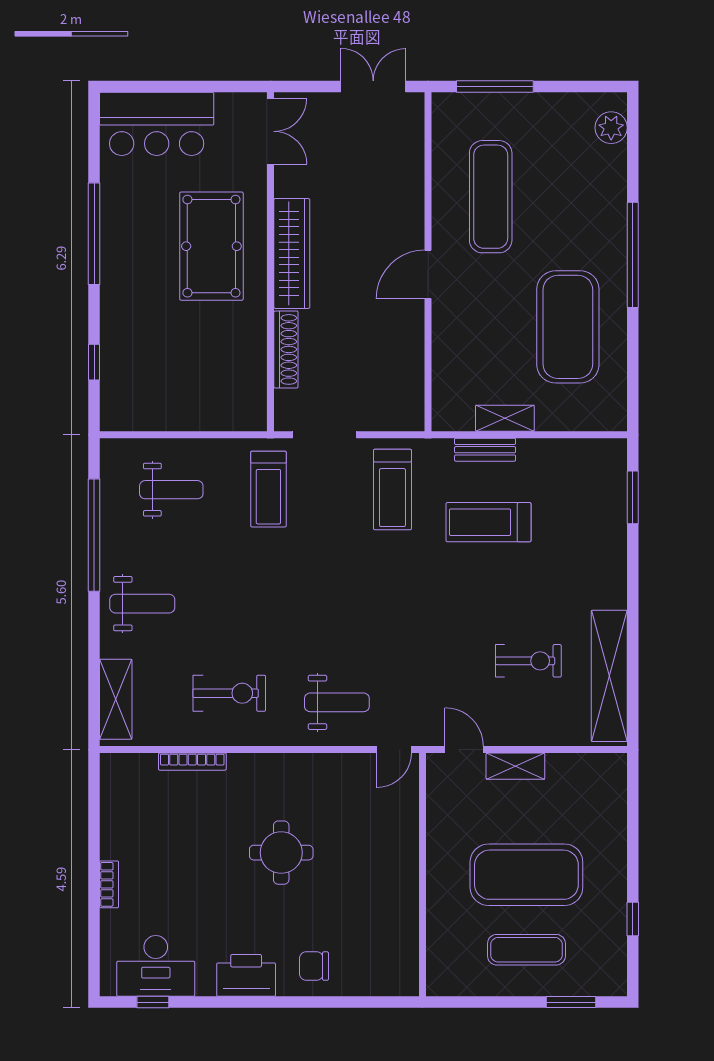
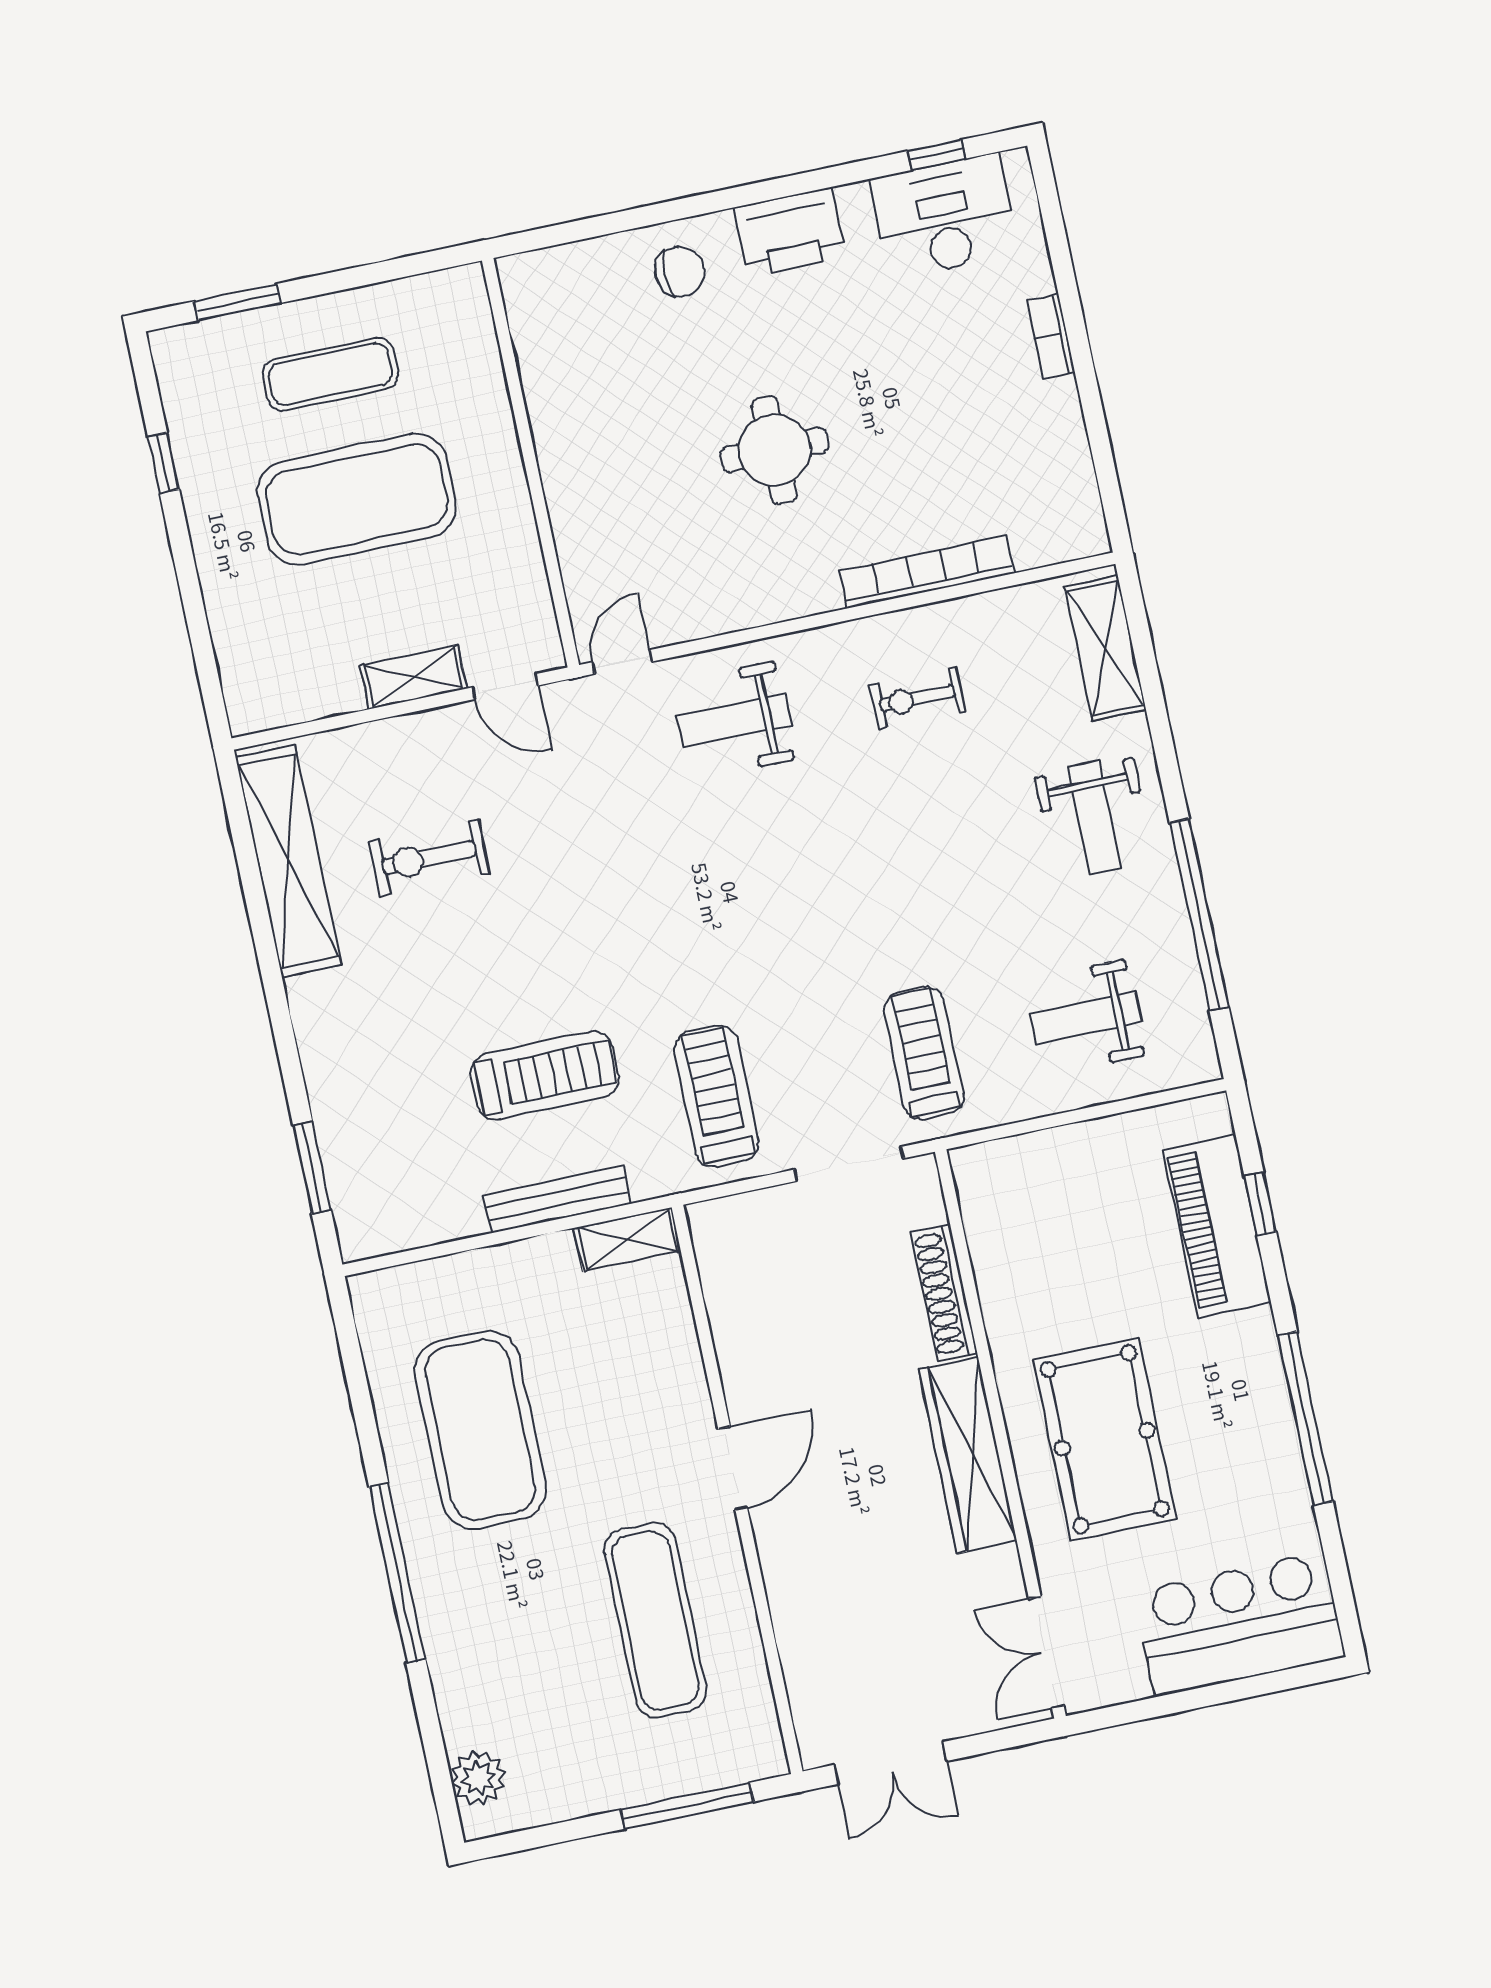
piano: (121, 355) -> (1217, 1226), added
shelving: (505, 418) -> (627, 1239), moved
bench: (485, 450) -> (557, 1199), width x1.36
weight bench: (142, 604) -> (1094, 817), turned -90
exercise bike: (229, 693) -> (917, 698), width x0.73, depth x0.72
bookcase: (192, 762) -> (927, 572), width x1.48, depth x1.31

